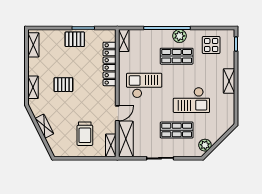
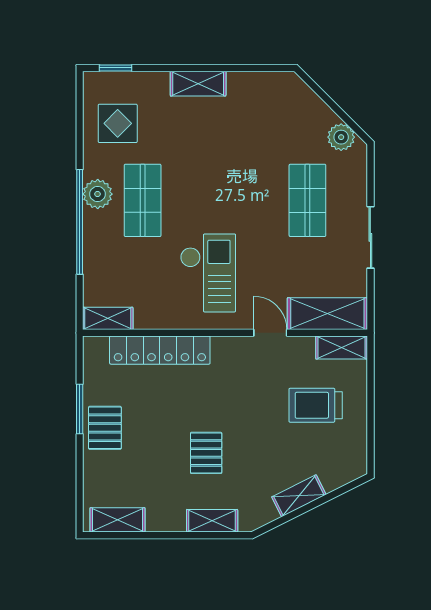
checkout: (144, 85) -> (208, 273), turned 180
checkout: (191, 100) -> (241, 167), removed
trolley: (85, 134) -> (316, 405), turned 180

